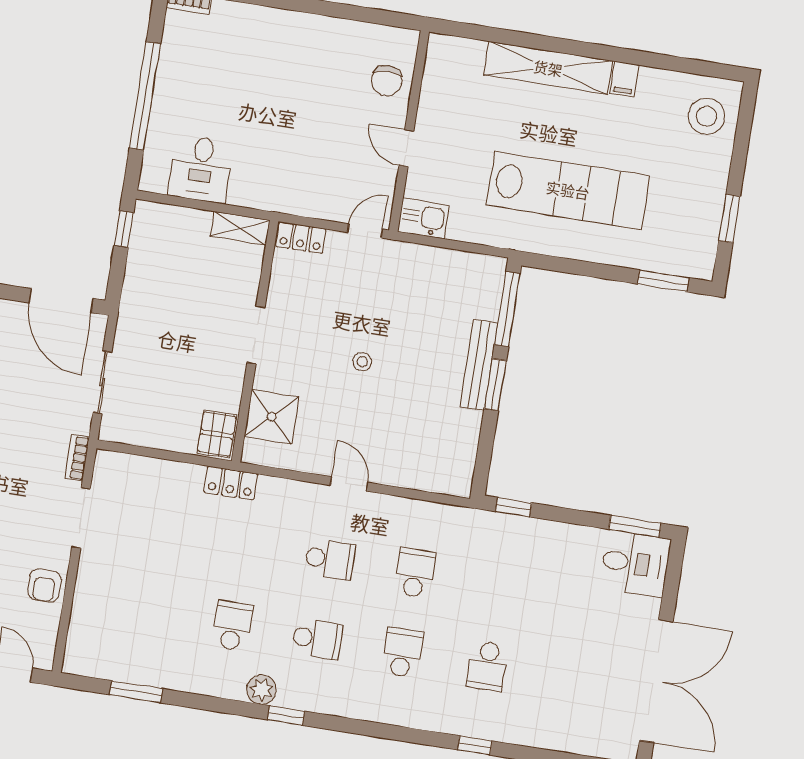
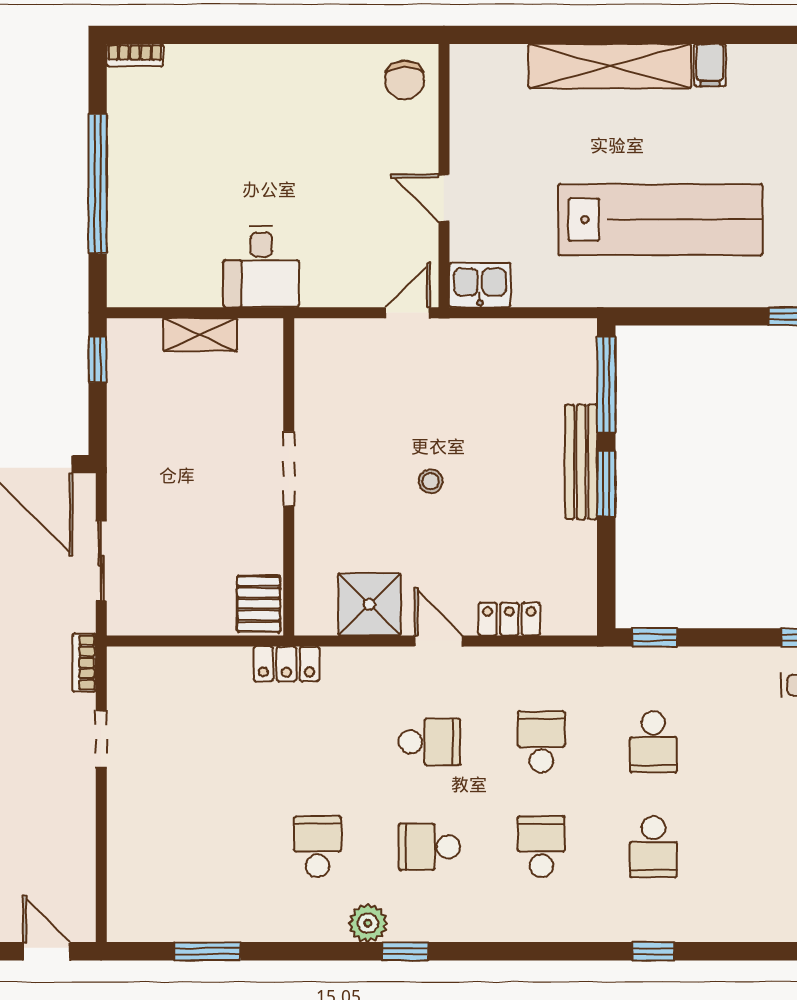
chair: (387, 81) -> (405, 80), moved
desk: (201, 169) -> (261, 267), moved
shelving: (240, 228) -> (200, 335), moved
locker: (301, 238) -> (509, 619), moved, turned 180
shower: (272, 417) -> (369, 604), moved
doorway: (81, 518) -> (101, 739), width x0.73
armchair: (44, 585) -> (68, 833), removed
school desk: (500, 586) -> (653, 742), added
school desk: (317, 639) -> (429, 847), turned 180

